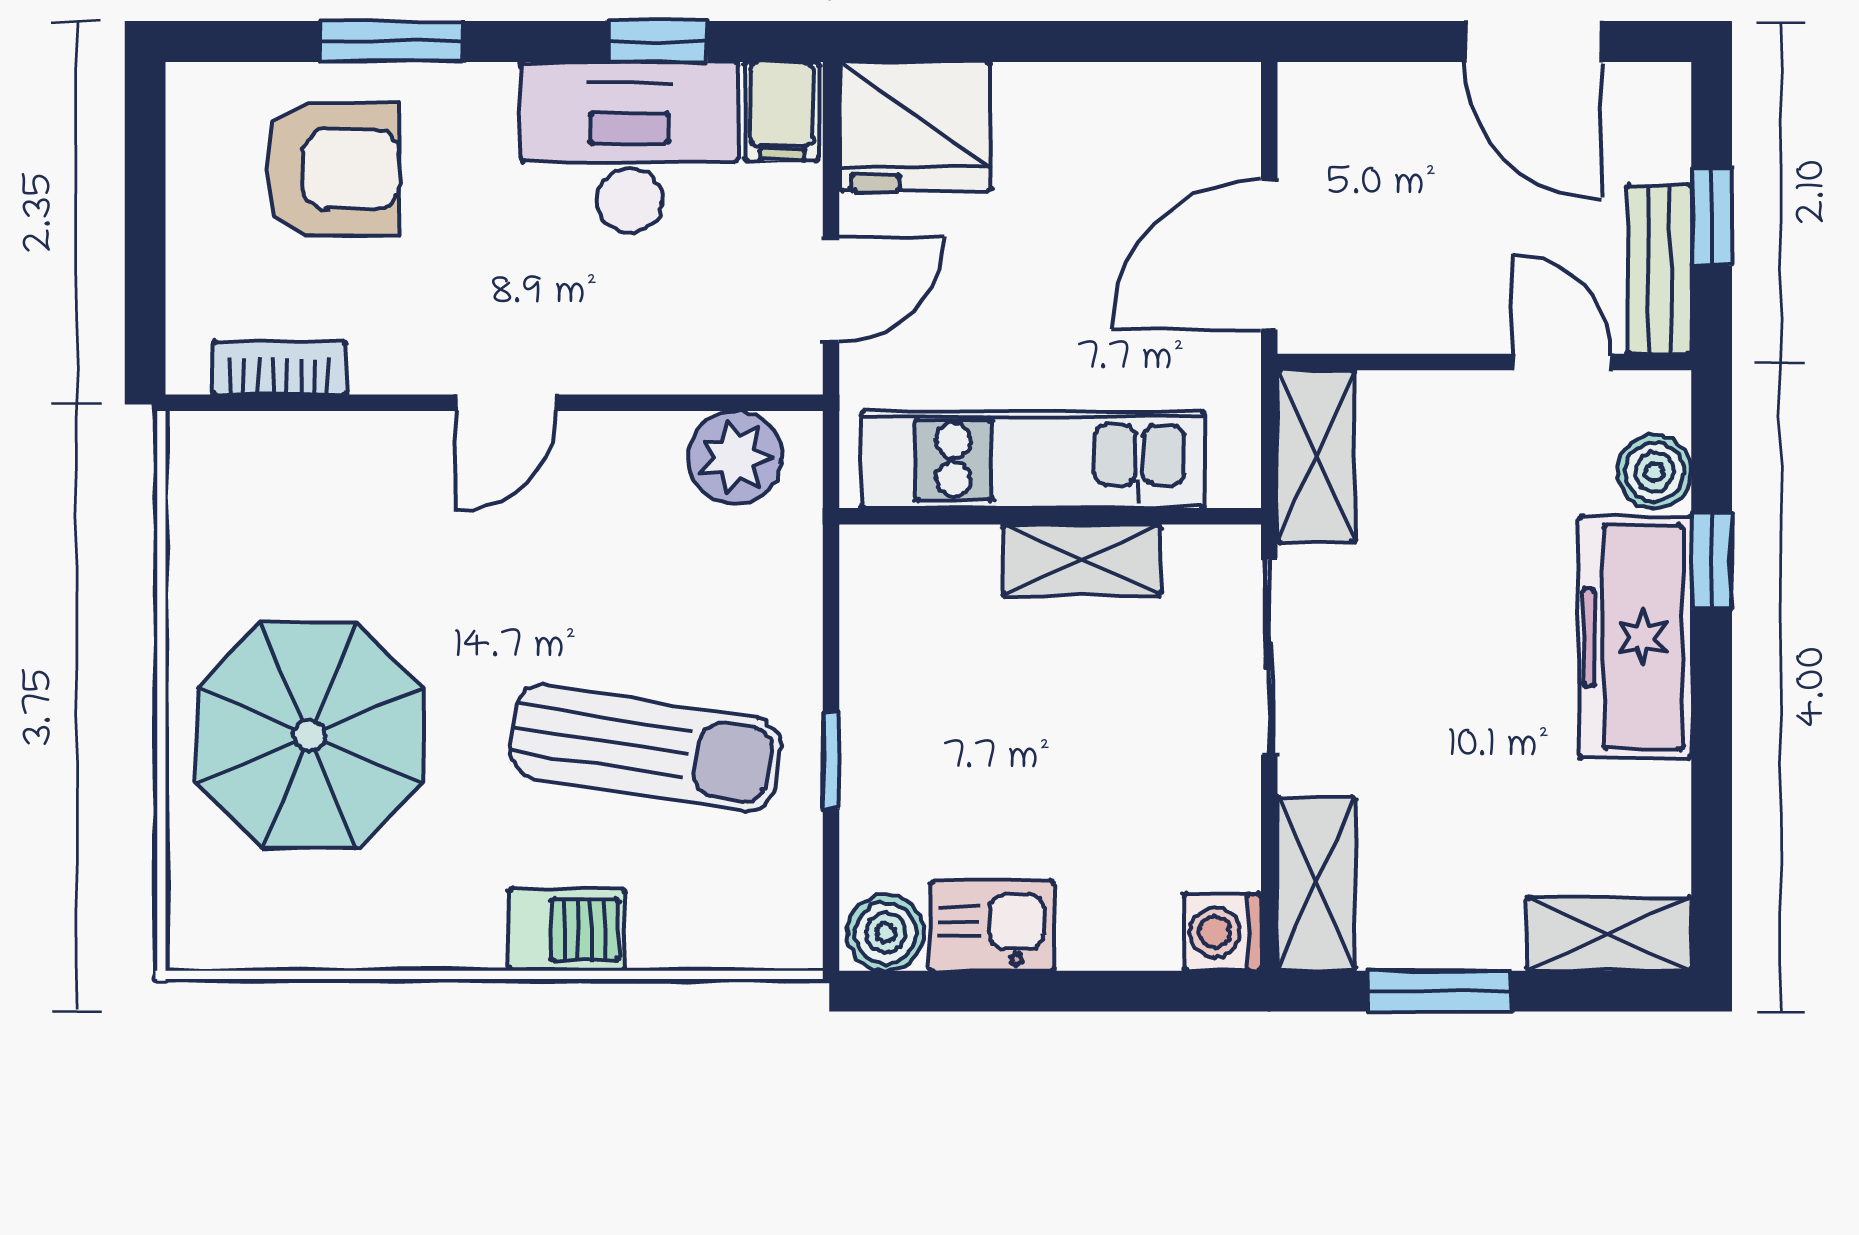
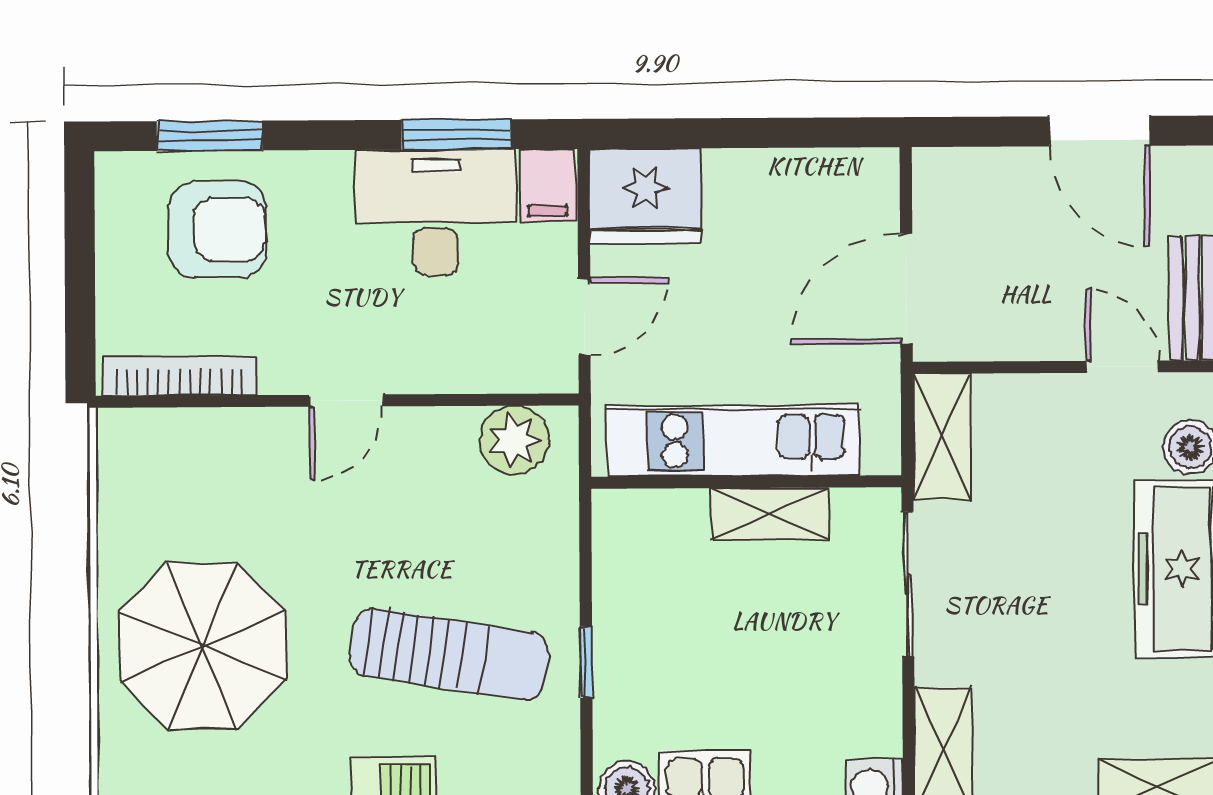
window: (392, 41) -> (209, 136), moved
window: (658, 41) -> (456, 135), width x1.50
bookcase: (280, 368) -> (179, 376), width x1.56

